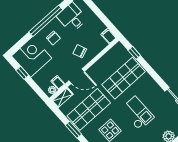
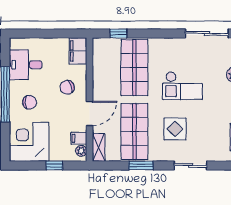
filing cabinet: (109, 36) -> (78, 51), width x2.00
window: (22, 73) -> (54, 166), moved
checkout: (137, 113) -> (182, 86), turned 180

